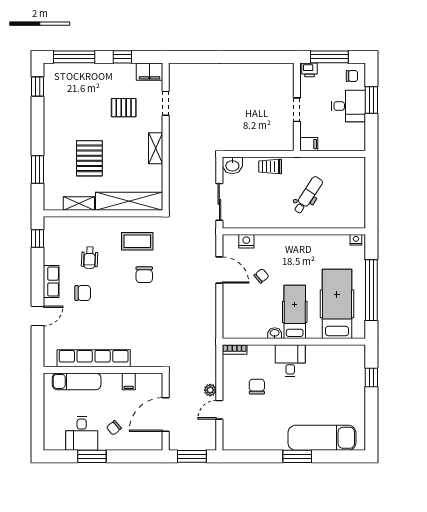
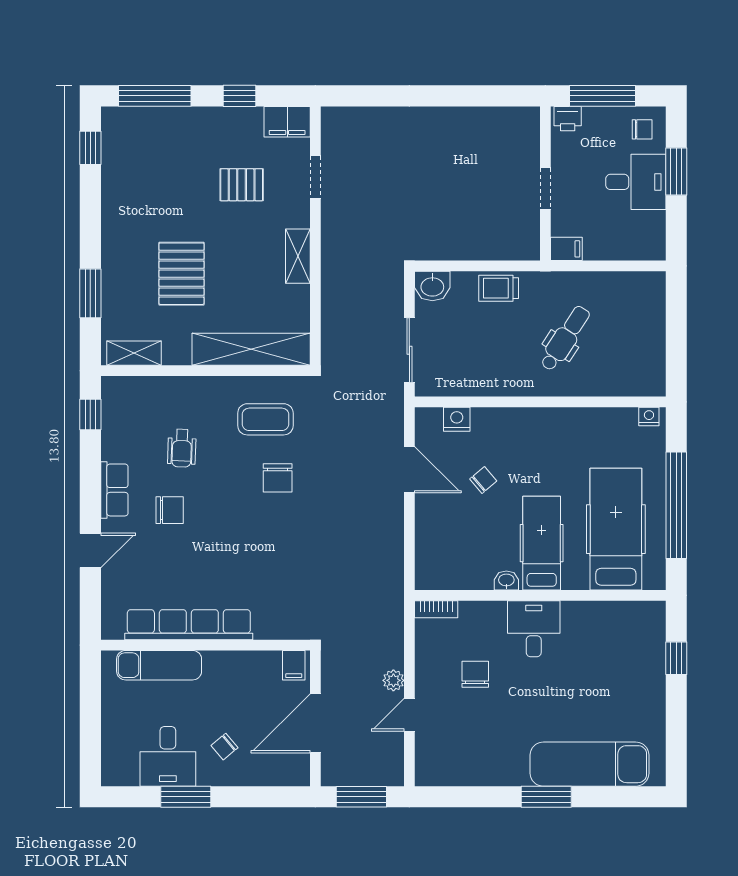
shelving: (79, 204) -> (134, 353), moved
filing cabinet: (129, 381) -> (294, 665), moved

